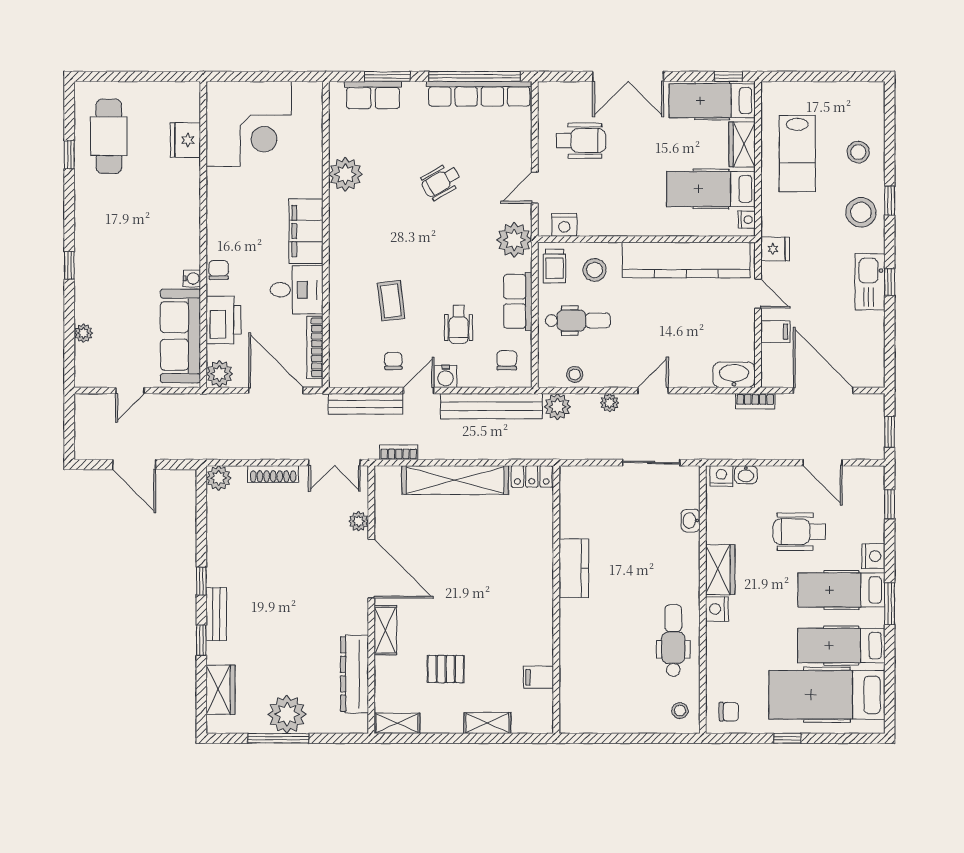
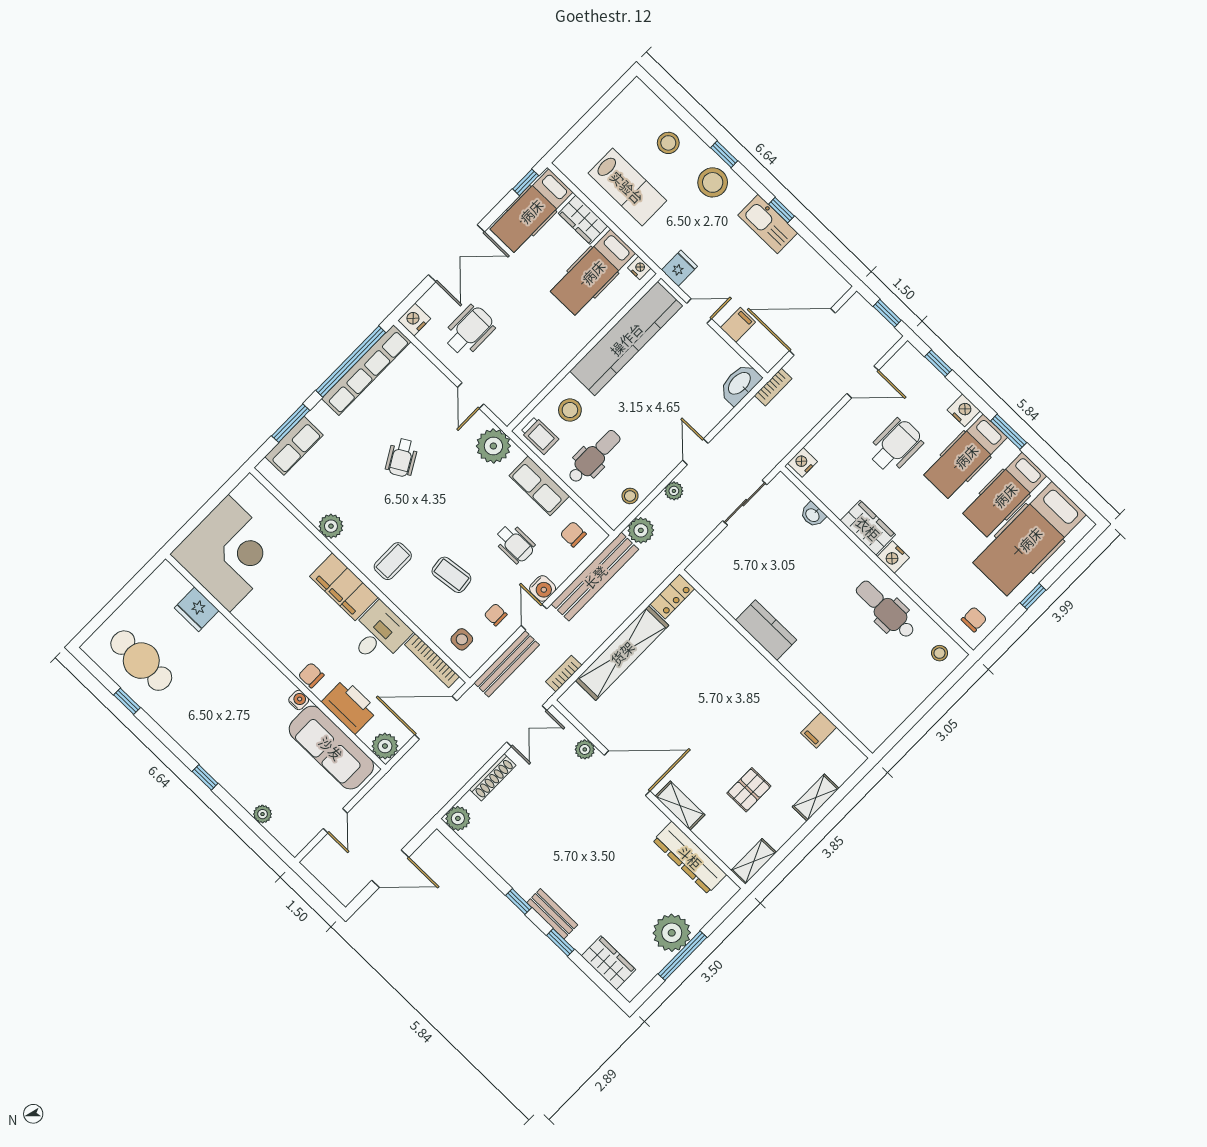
plant: (345, 174) -> (331, 526), width x0.73, depth x0.73
nightstand: (564, 225) -> (414, 319), moved, turned 180
coffee table: (359, 248) -> (393, 561), added
side table: (351, 354) -> (462, 639), added
washbasin: (746, 475) -> (818, 444), removed
wheelchair: (799, 532) -> (896, 446), turned 180

